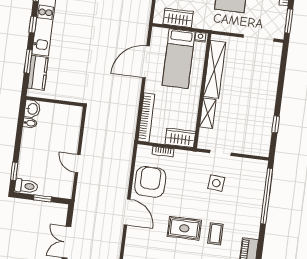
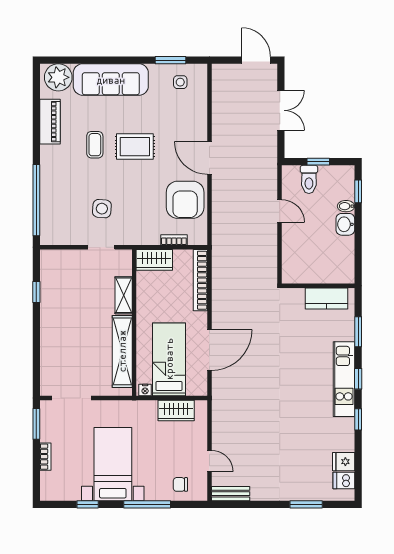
kitchen counter: (38, 73) -> (326, 298), moved, turned -90
washbasin: (32, 109) -> (345, 224), moved
bidet: (30, 123) -> (346, 206), moved
toilet: (26, 186) -> (309, 179), moved, turned -90

